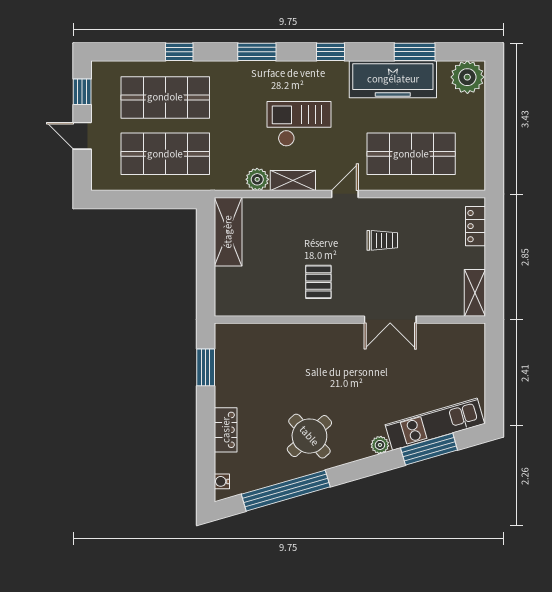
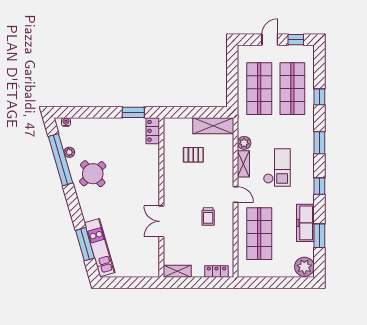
freezer: (393, 79) -> (305, 223), width x0.73, depth x0.79
pallet: (318, 282) -> (193, 155), moved
locker: (226, 430) -> (153, 131), moved, turned 90
plant: (380, 445) -> (69, 152), moved

